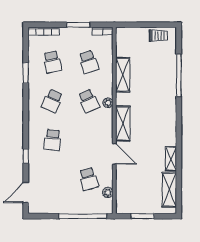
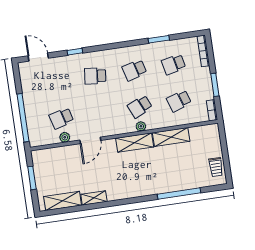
school desk: (52, 101) -> (134, 70), turned -39
shelving: (123, 123) -> (135, 143), moved
plant: (108, 193) -> (65, 137), moved

